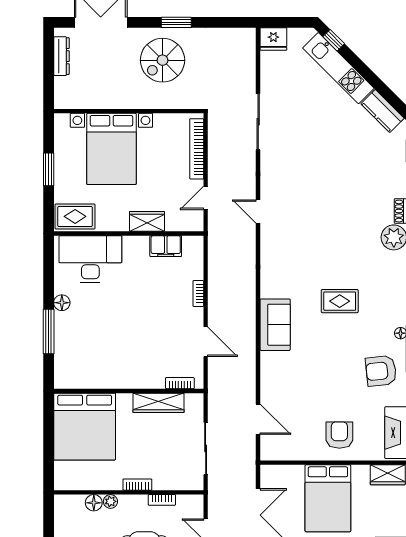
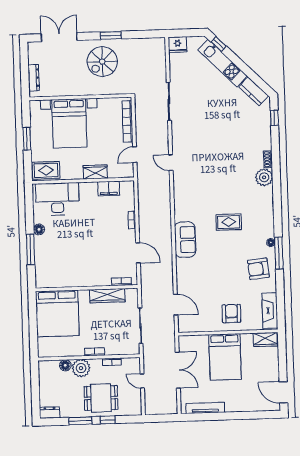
dresser: (61, 56) -> (34, 78), moved
plant: (110, 501) -> (81, 368), width x1.87, depth x1.87

